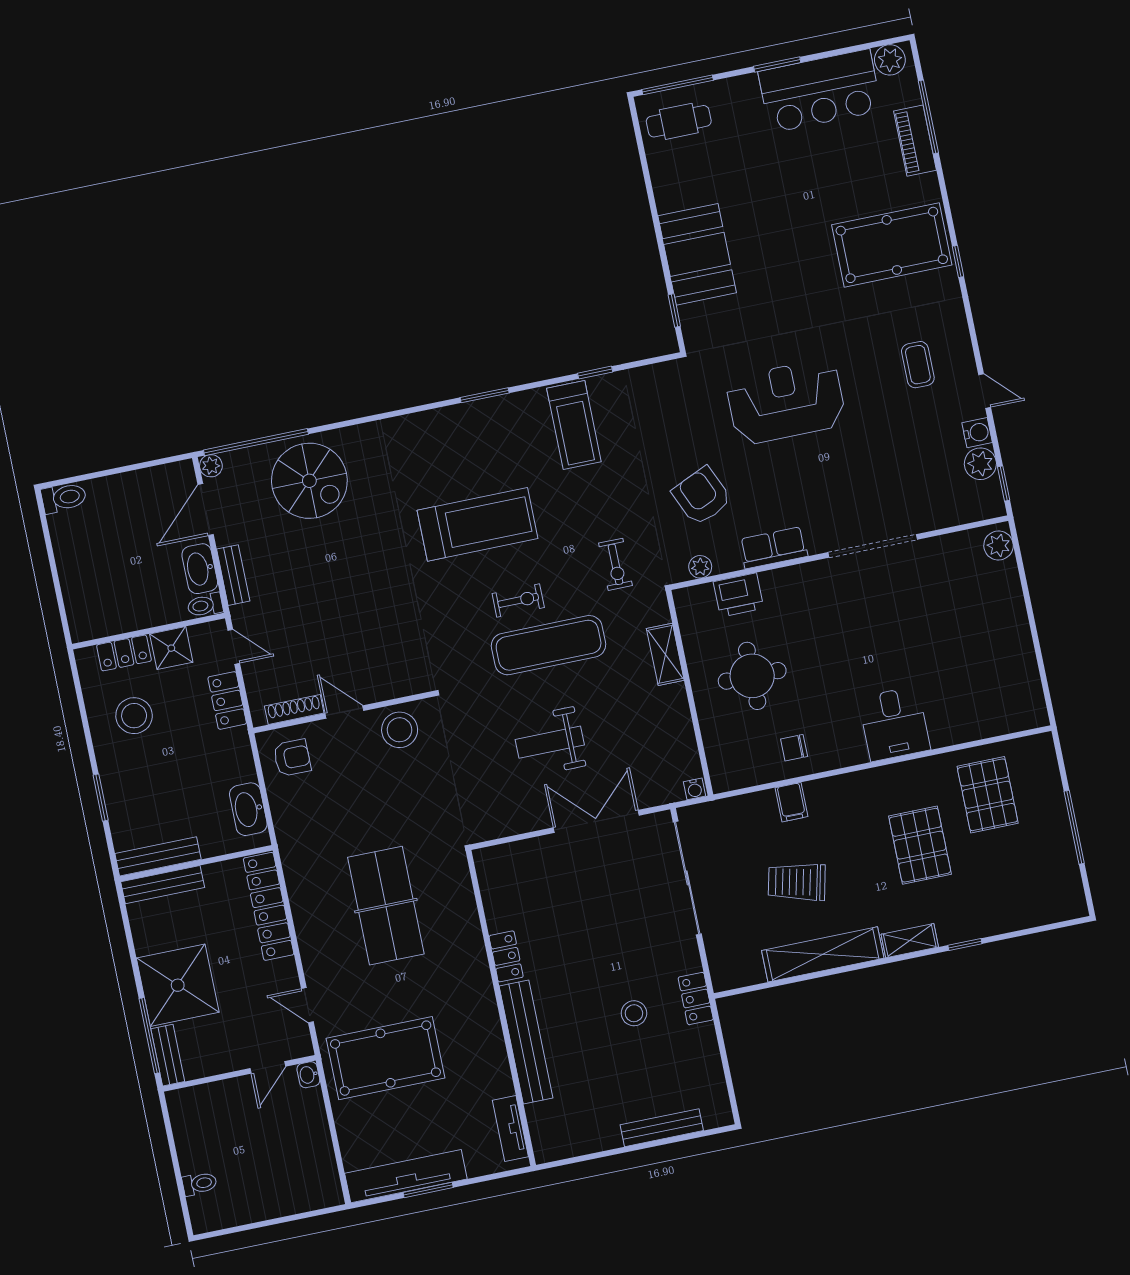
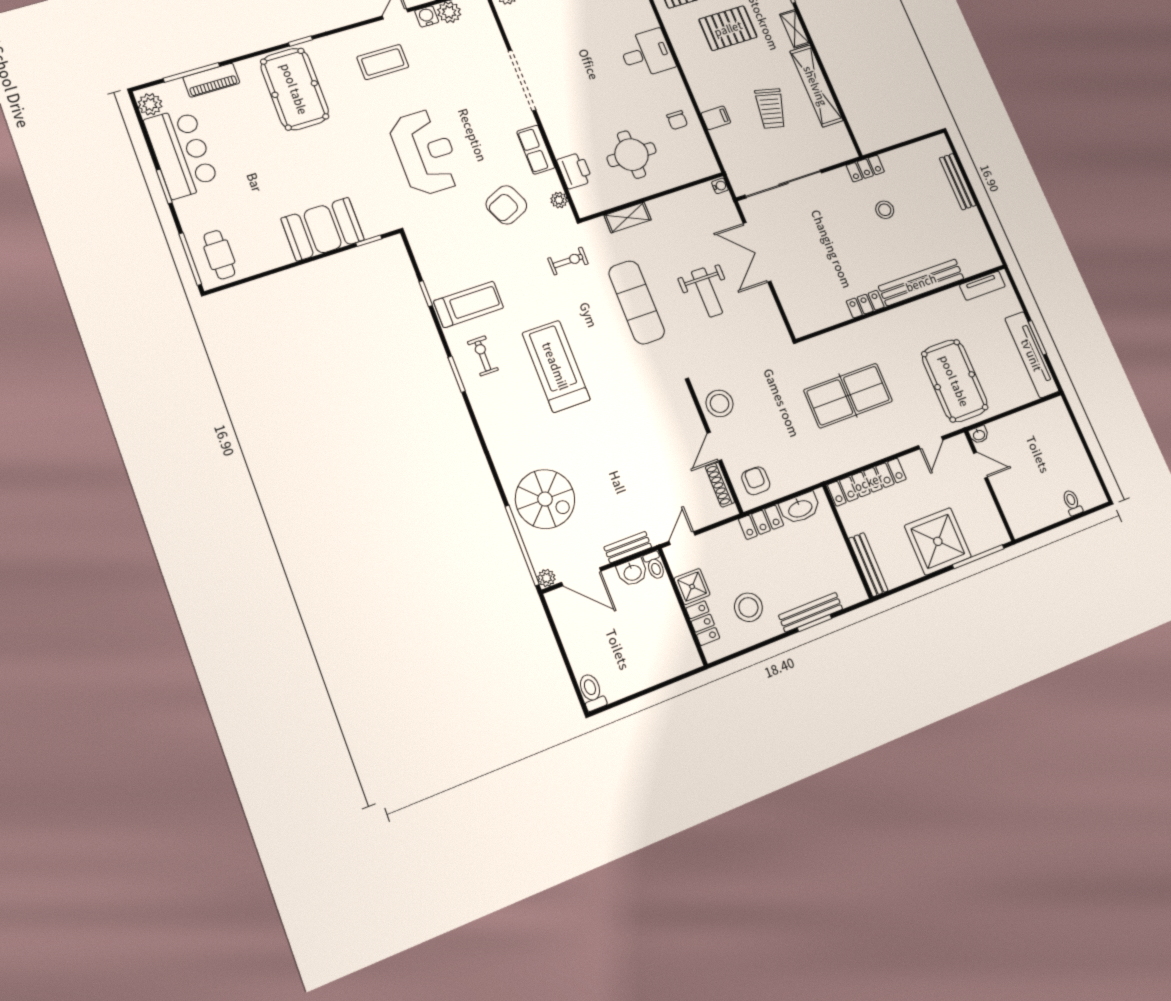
coffee table: (918, 365) -> (383, 62), width x1.36, depth x1.30
reception desk: (786, 402) -> (425, 152), turned 180
spiral stairs: (309, 481) -> (545, 499), turned 90
washbasin: (200, 569) -> (632, 572), width x0.72
exercise bike: (518, 600) -> (483, 356), moved
locker: (227, 700) -> (761, 522), moved
bench: (158, 856) -> (811, 612), moved, turned 90
bench: (168, 1055) -> (989, 541), removed

